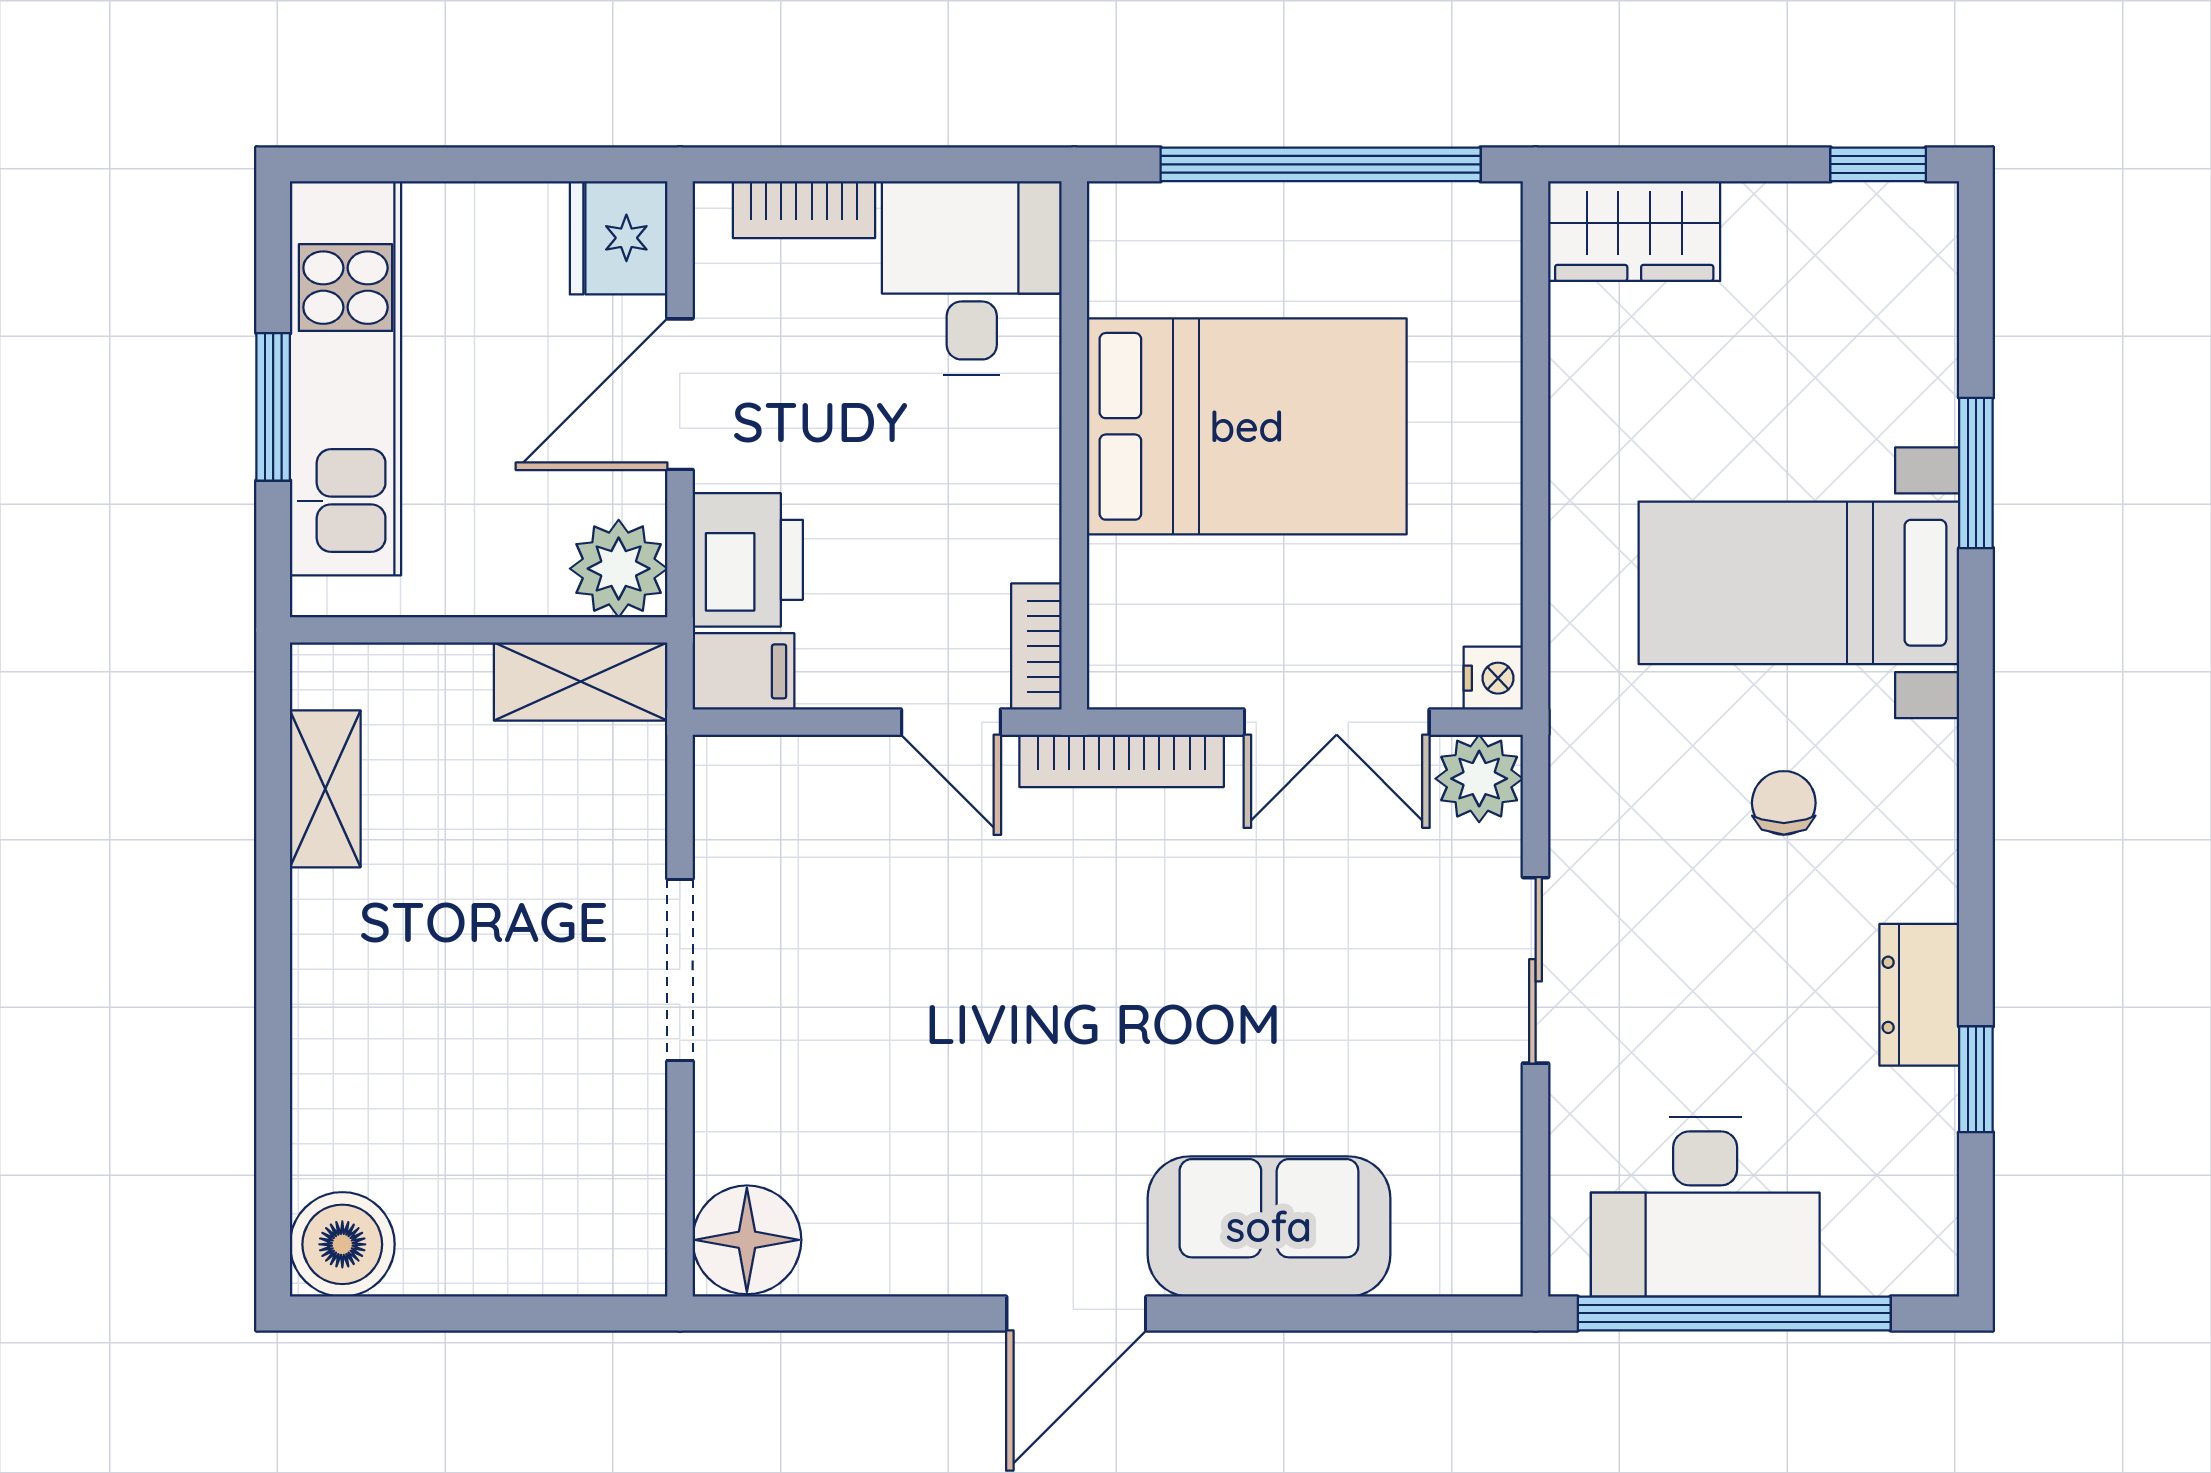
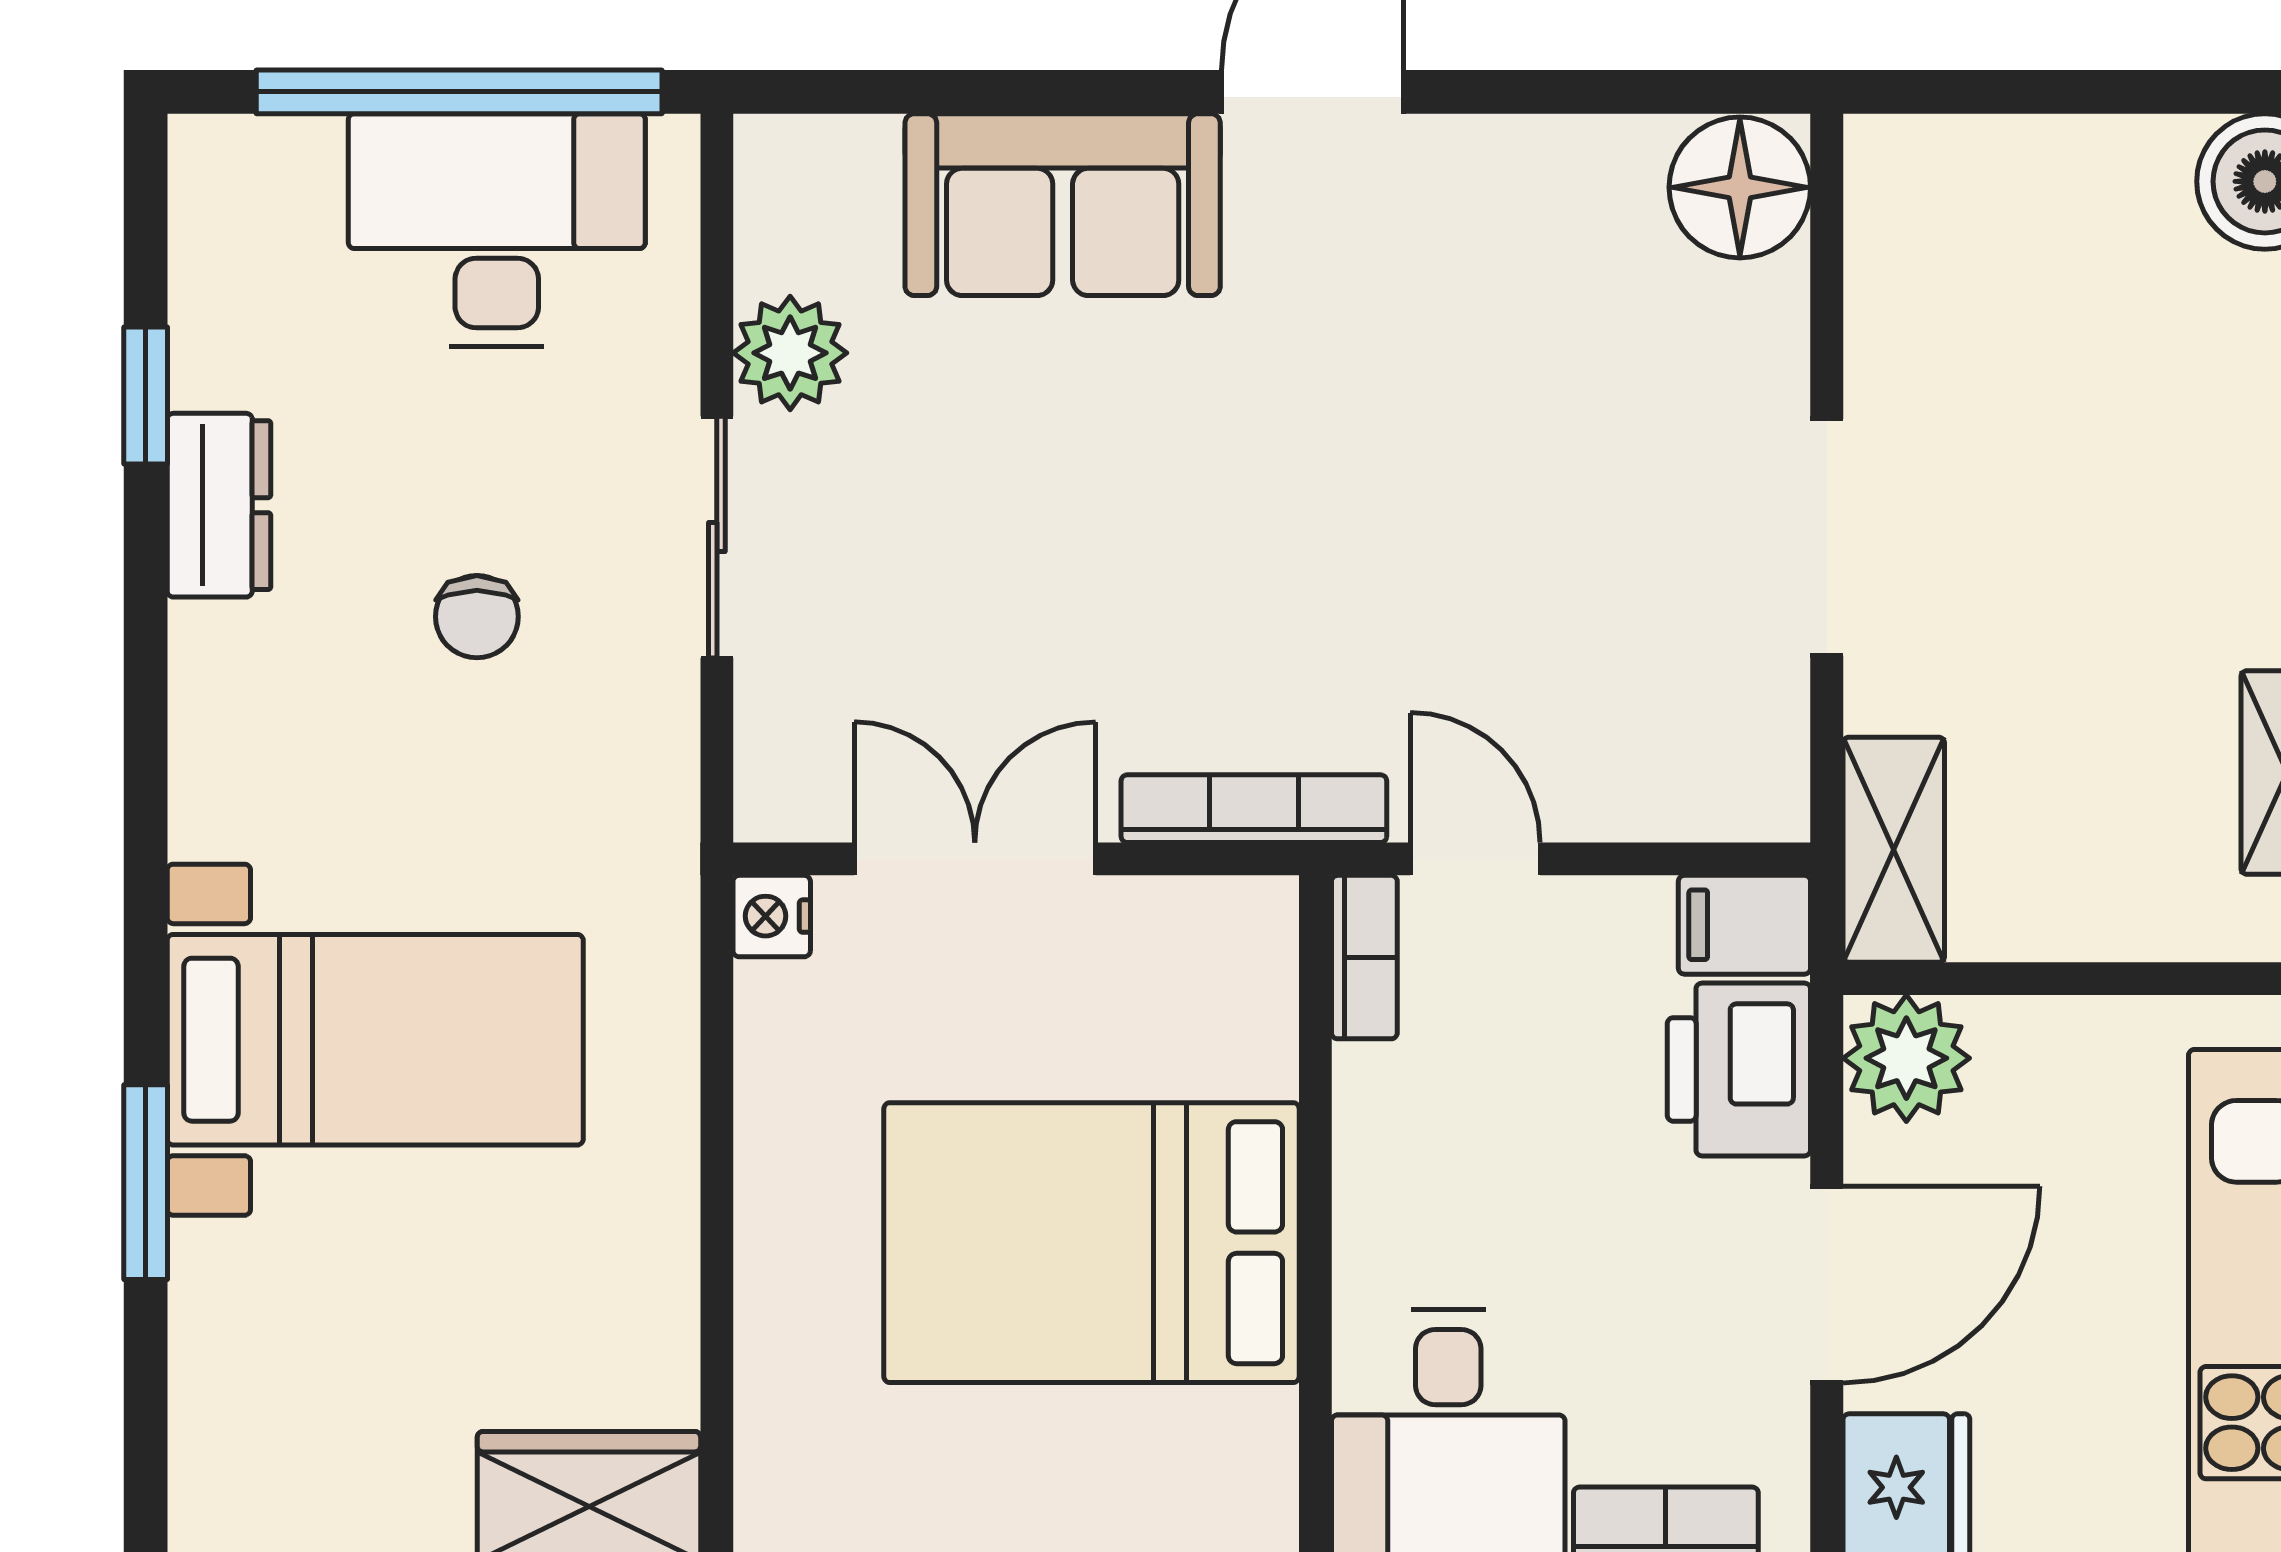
shelving: (581, 682) -> (1894, 850), moved, turned 90
plant: (1479, 779) -> (790, 353), moved
chair: (1784, 803) -> (477, 617), moved

